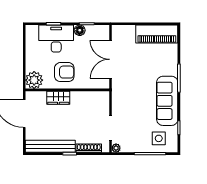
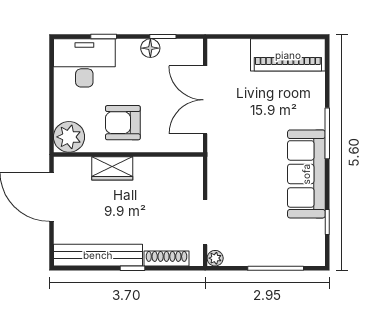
desk: (56, 39) -> (84, 63), moved
armchair: (64, 72) -> (123, 123), turned 180
side table: (159, 138) -> (291, 241), removed

